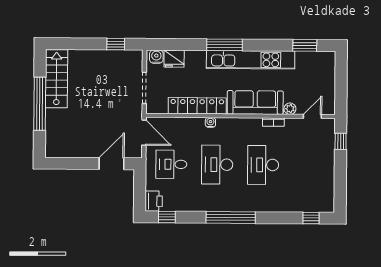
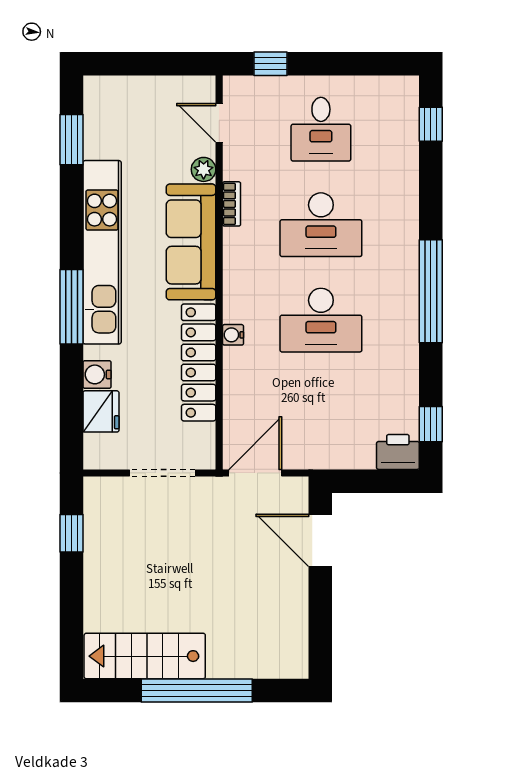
water cooler: (156, 57) -> (97, 374), moved
desk: (171, 164) -> (321, 129), moved

